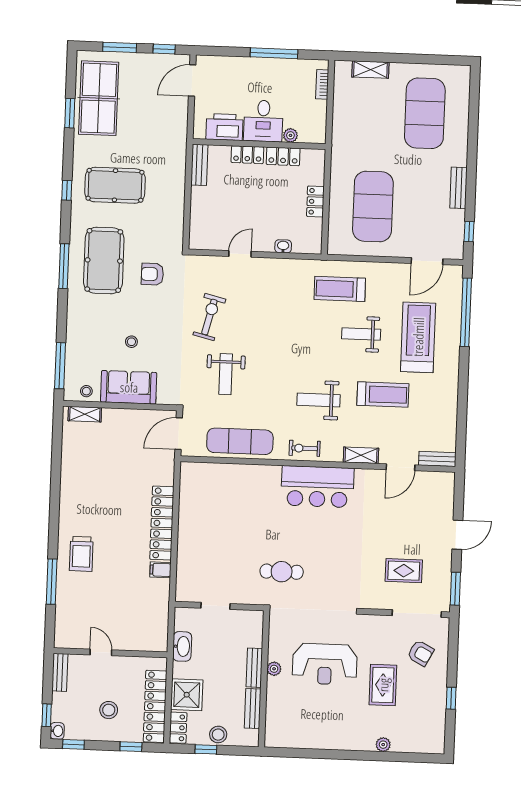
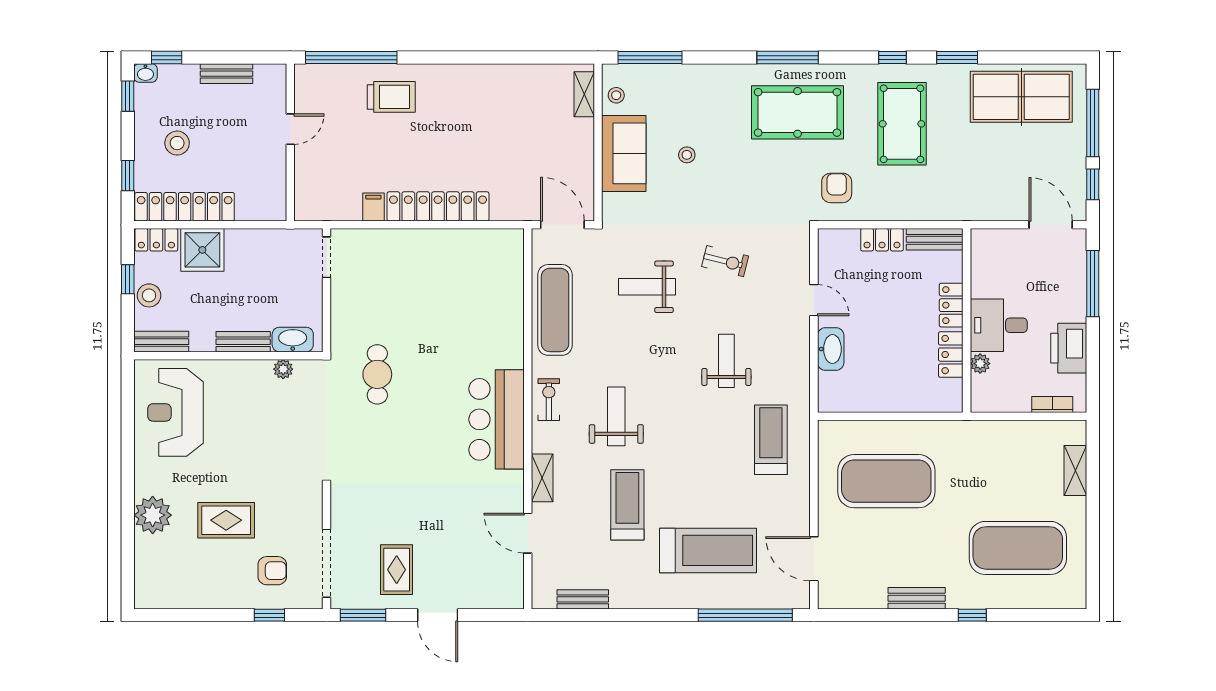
window: (120, 47) -> (1093, 123), width x1.44
window: (274, 53) -> (1093, 284), moved
window: (70, 113) -> (957, 58), moved
printer: (224, 127) -> (1069, 348), moved, turned 180
locker: (315, 201) -> (882, 240), moved, turned 180
window: (469, 232) -> (972, 615), moved
washbasin: (283, 246) -> (831, 349), width x1.91, depth x1.45
armchair: (152, 274) -> (837, 188), moved
exercise bike: (209, 317) -> (725, 261), width x0.73, depth x0.72
weight bench: (361, 334) -> (726, 361), moved
treadmill: (383, 394) -> (627, 505), turned 180
bench: (437, 459) -> (583, 599), moved, turned 90
trolley: (81, 554) -> (391, 97), turned 180
rug: (404, 571) -> (397, 570), moved
window: (52, 582) -> (351, 58), width x1.46
doorway: (216, 606) -> (327, 257), moved
washbasin: (182, 646) -> (293, 340), moved, turned 180
door: (101, 652) -> (290, 129), moved
wall: (110, 653) -> (290, 142), moved
armchair: (421, 653) -> (272, 571), turned -118
reception desk: (325, 664) -> (175, 412), moved
plant: (274, 669) -> (283, 369), moved
window: (451, 698) -> (269, 615), moved
bench: (253, 708) -> (161, 342), moved
plant: (383, 745) -> (153, 515), width x1.87, depth x1.87

